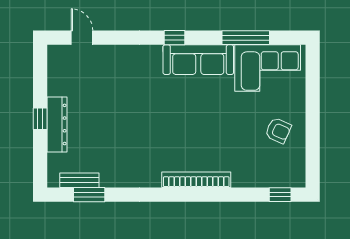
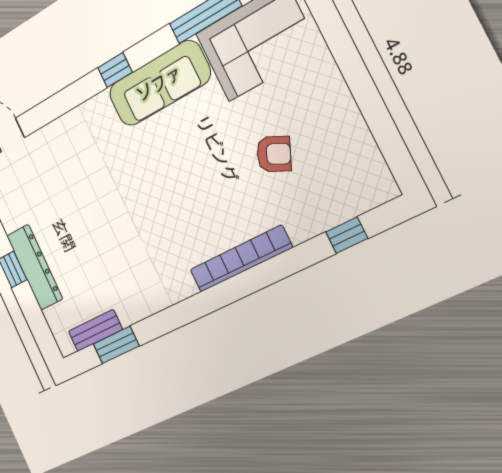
armchair: (278, 130) -> (274, 154), moved
window: (280, 195) -> (347, 235), moved

